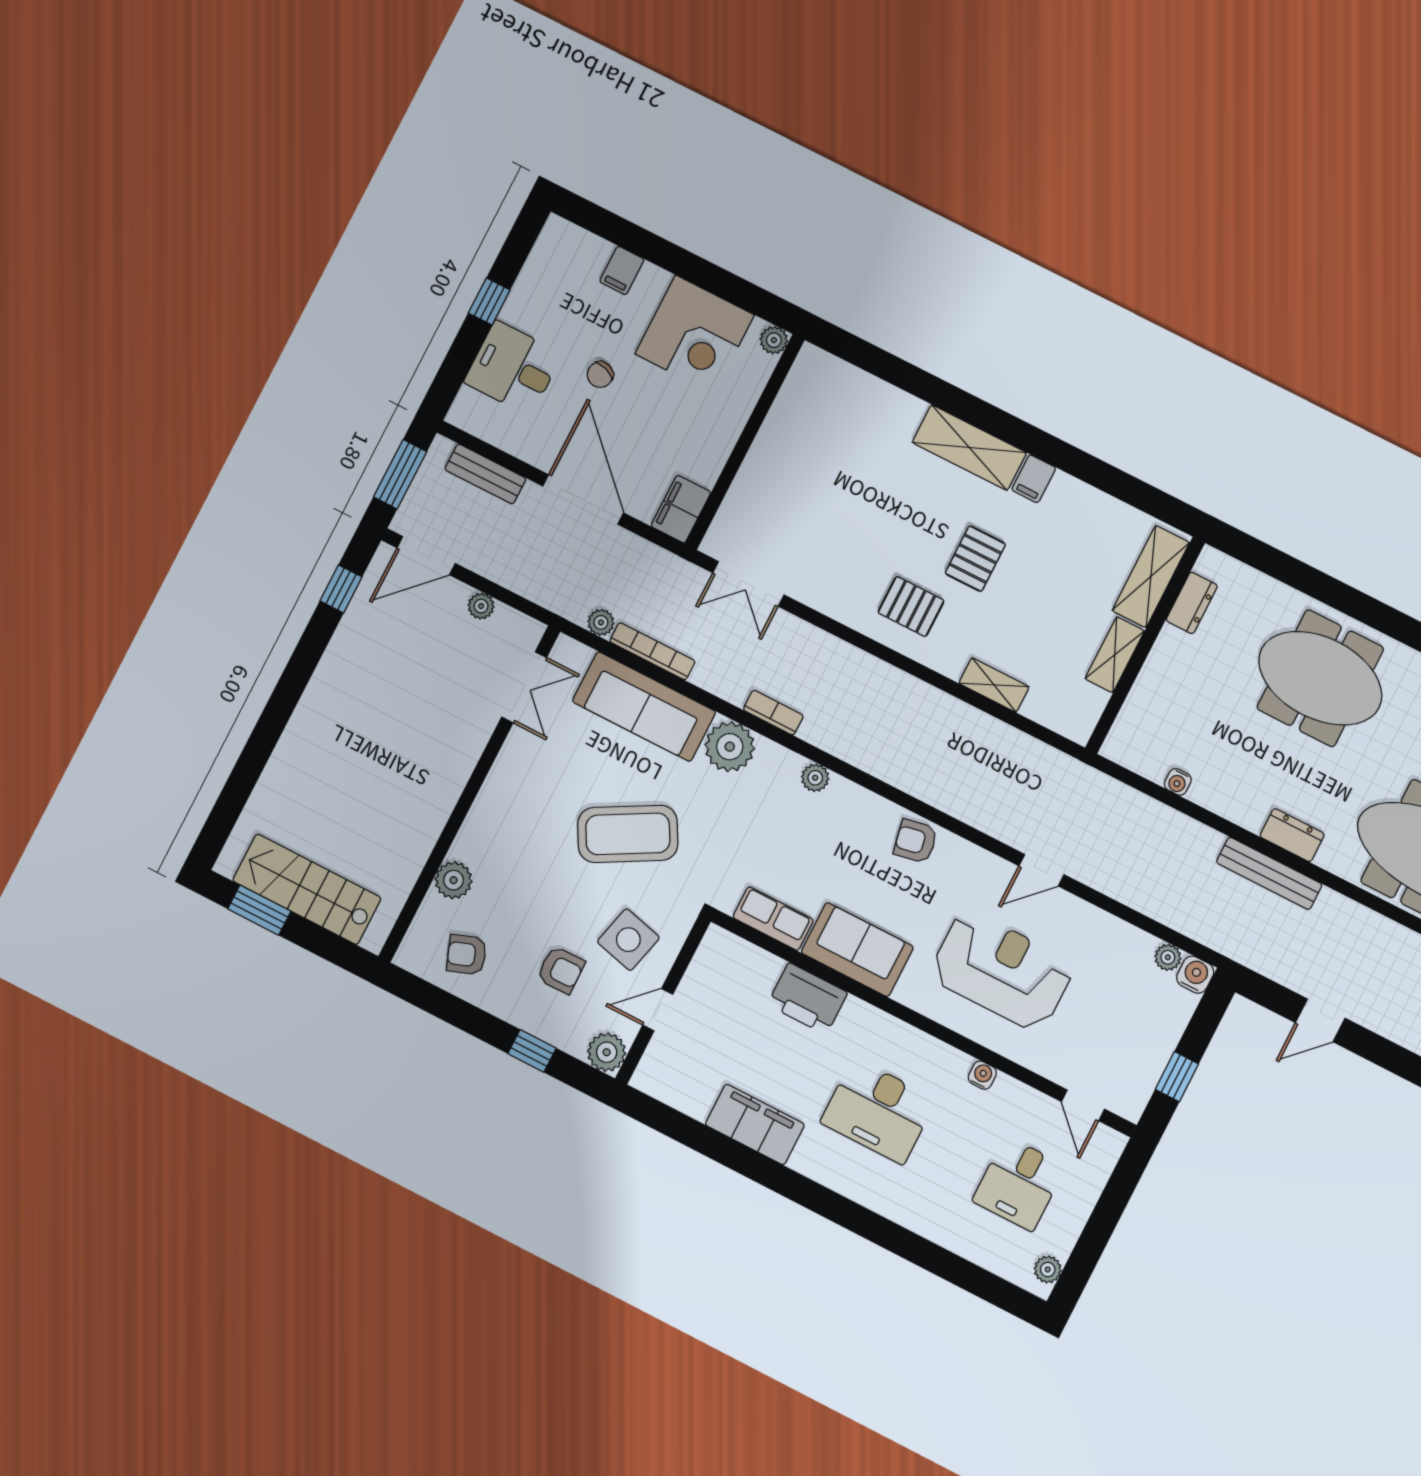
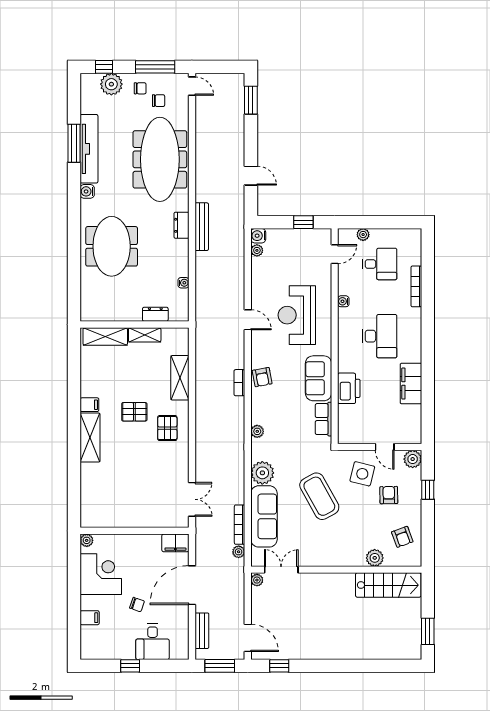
dresser: (1192, 603) -> (155, 314), moved
plant: (481, 606) -> (257, 580), moved
shelving: (994, 685) -> (180, 378), width x1.50, depth x1.33
bookcase: (773, 713) -> (239, 383), moved
stairs: (307, 889) -> (388, 585), moved, turned -90
bookcase: (939, 1233) -> (416, 286), added
plant: (1048, 1269) -> (363, 235), moved

